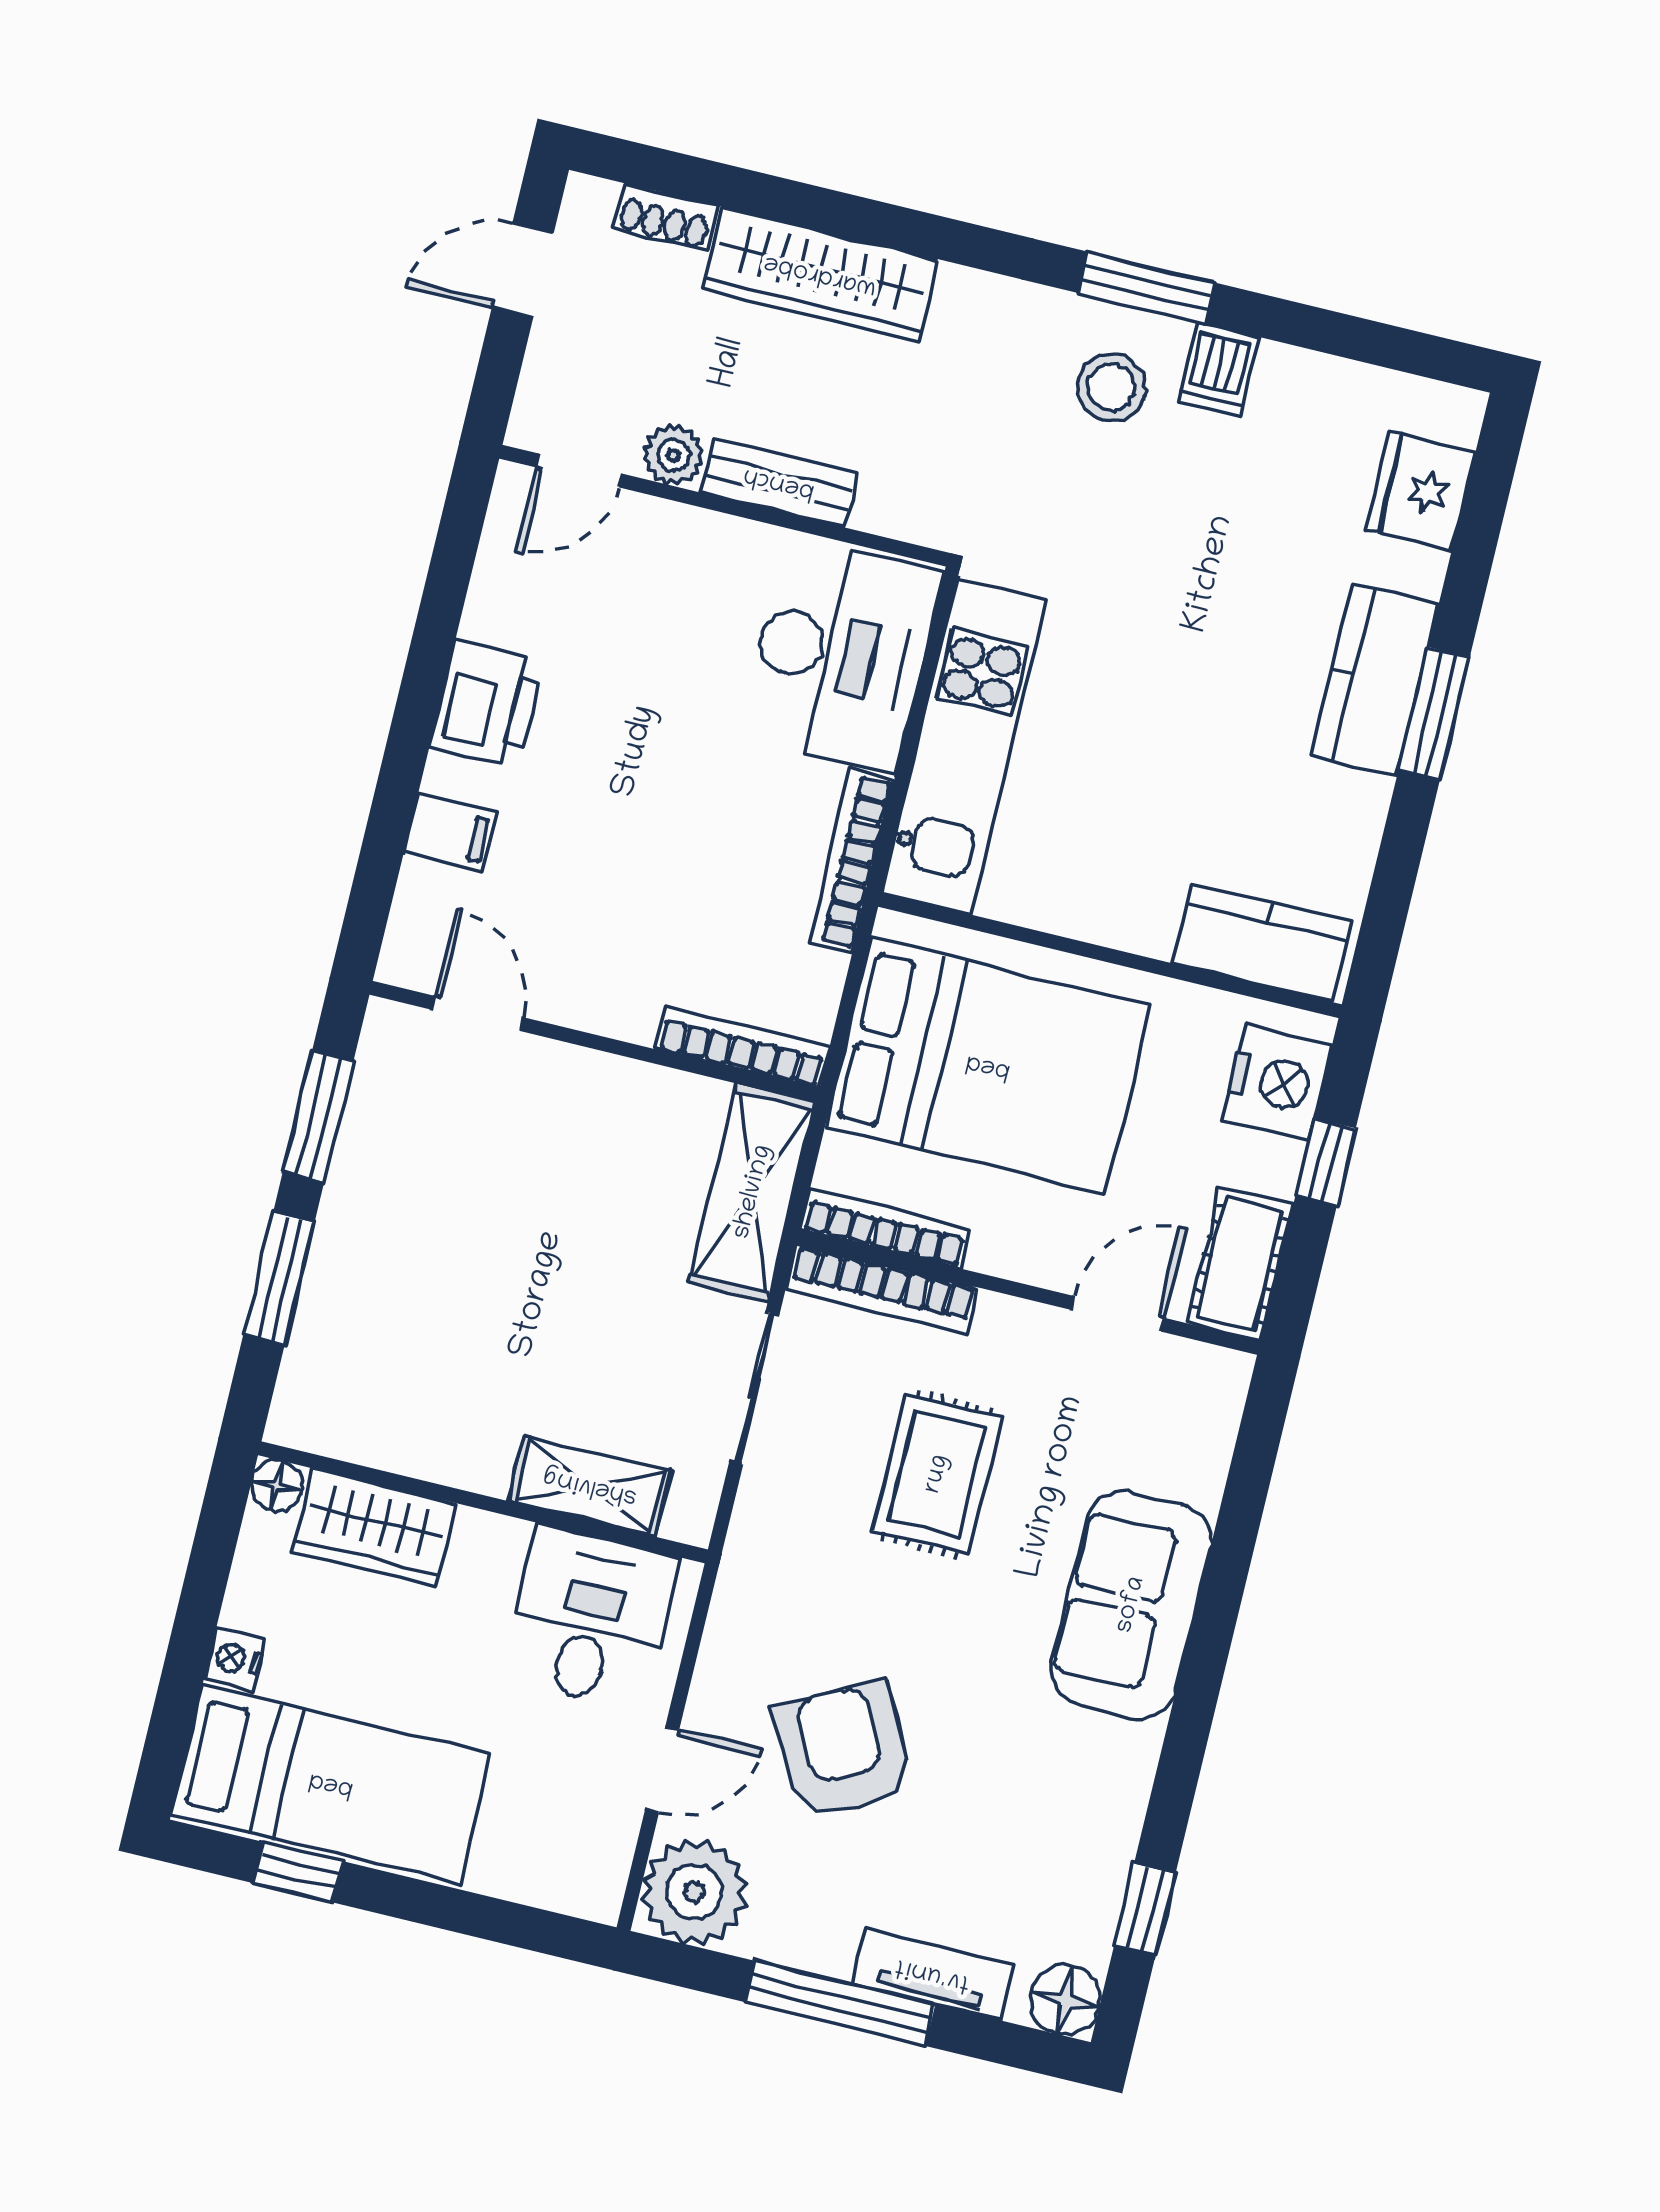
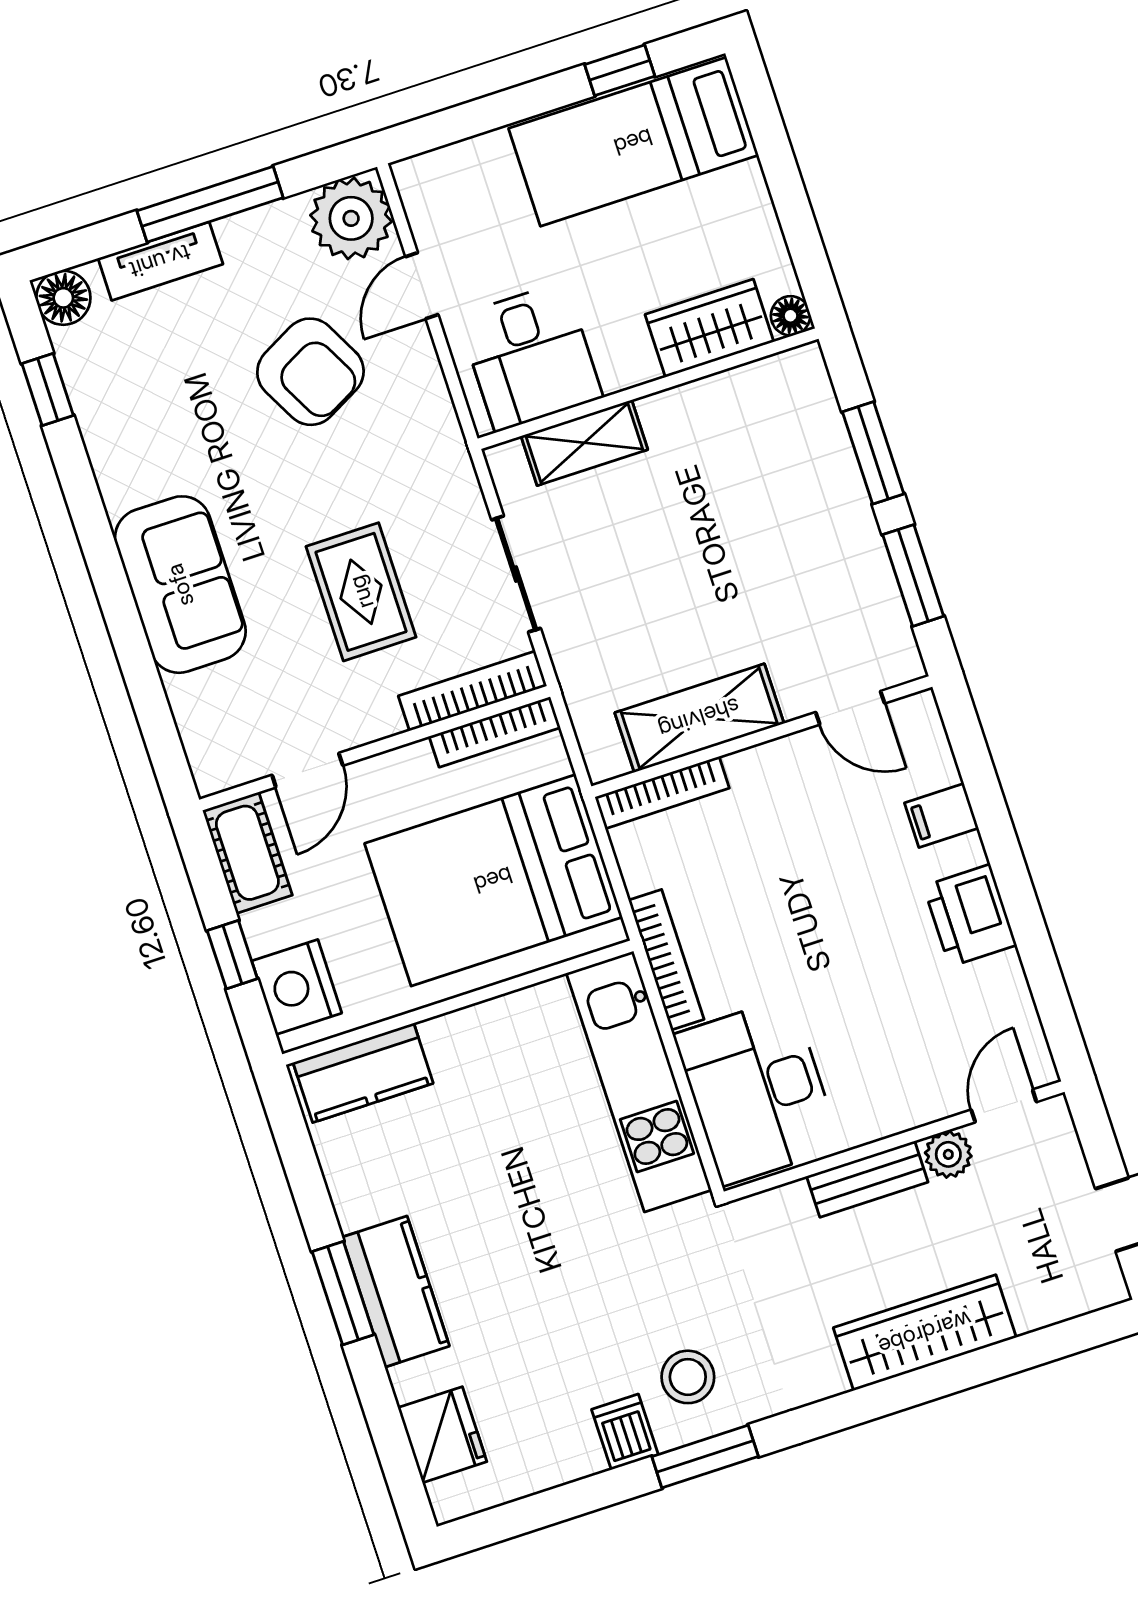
shoe rack: (665, 217) -> (1050, 1308), removed
shelving: (753, 1192) -> (699, 718), moved, turned 90
nightstand: (235, 1659) -> (748, 185), removed

